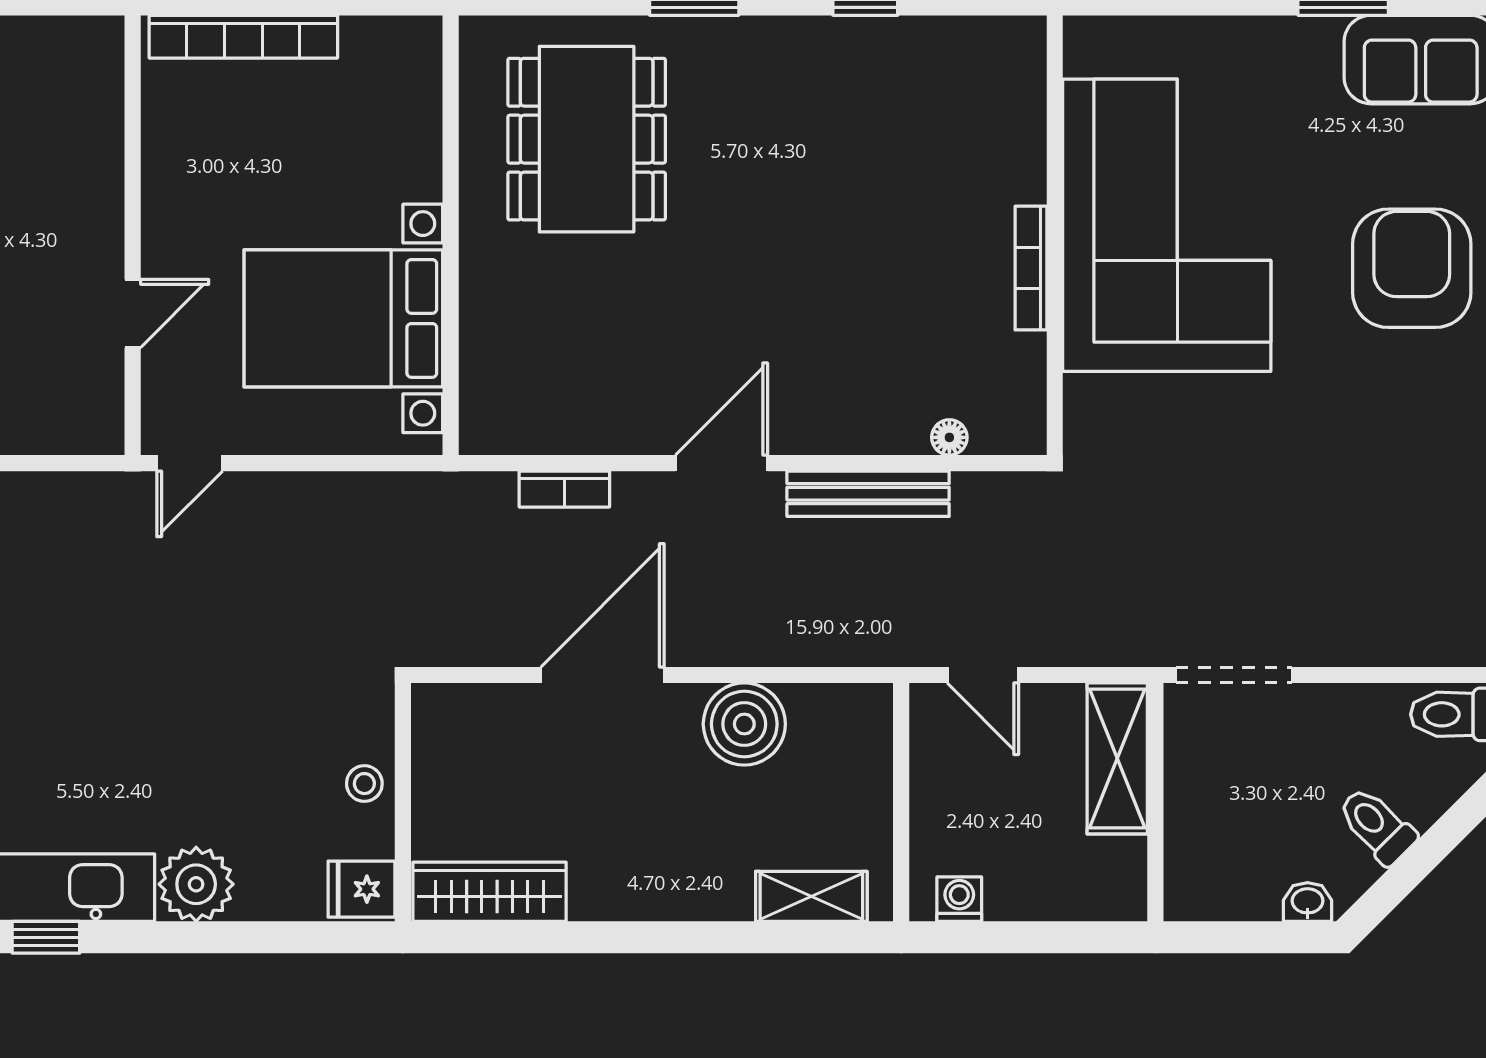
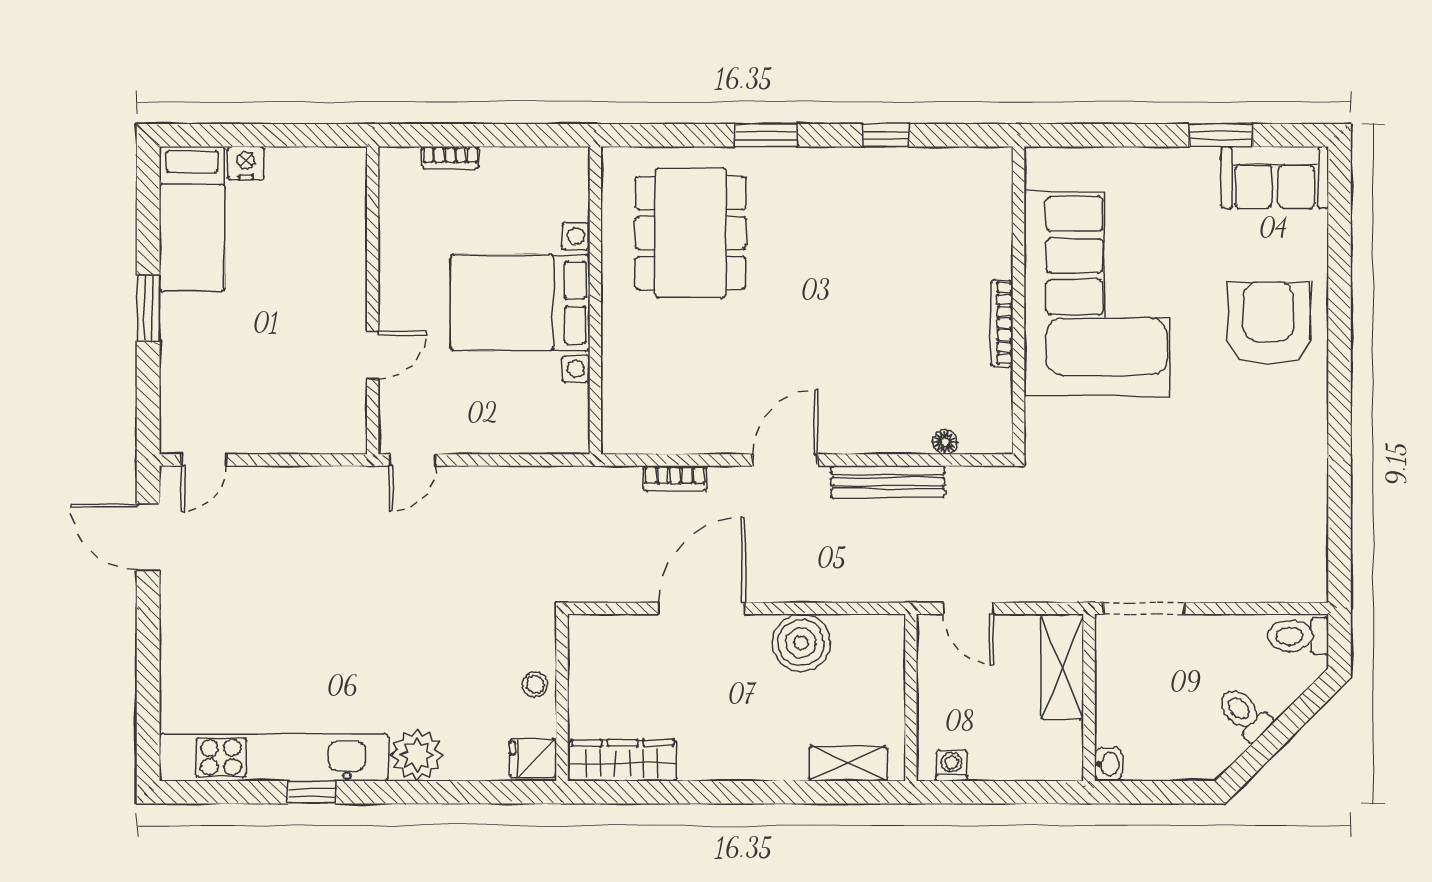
bookcase: (243, 37) -> (450, 158), width x0.43, depth x0.76
bed with nightstands: (343, 318) -> (520, 303), moved
washbasin: (1308, 902) -> (1108, 764), moved, turned 90

